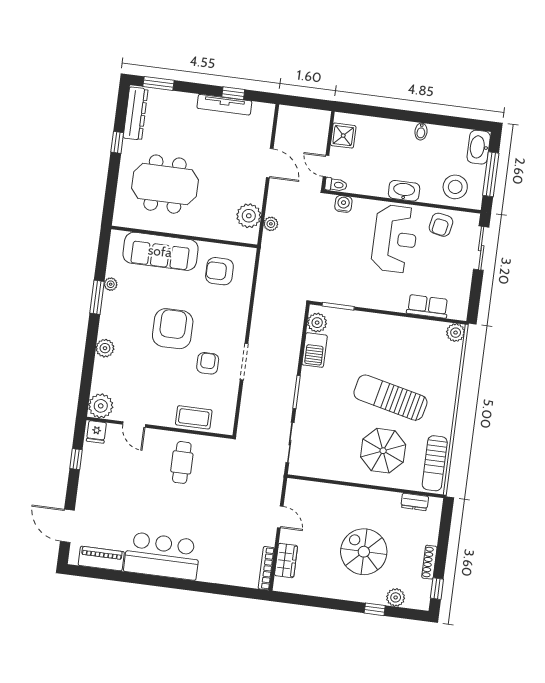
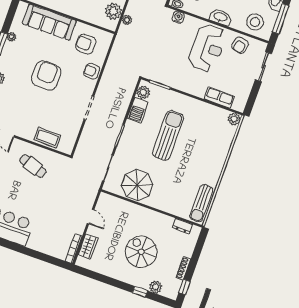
armchair: (208, 363) -> (92, 71), moved, turned -90
sun lounger: (390, 398) -> (168, 135), moved, turned 77
parasol: (383, 451) -> (137, 185), moved
cafe table: (182, 462) -> (33, 166), turned -72

